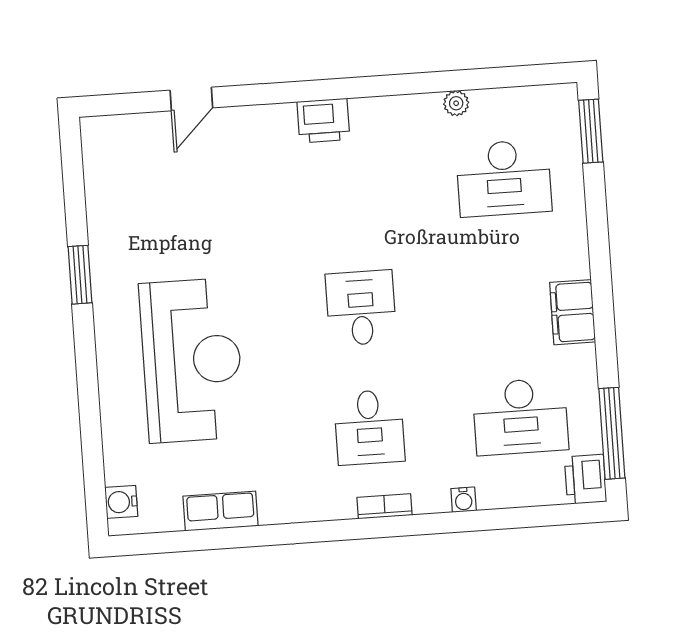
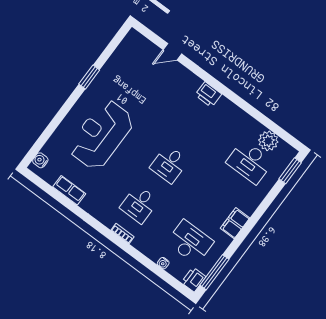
plant: (456, 103) -> (268, 141), moved, width x1.88, depth x1.88
desk: (361, 308) -> (169, 164), turned 180
reception desk: (192, 360) -> (101, 135), turned 180
desk: (520, 417) -> (190, 242), turned 180
water cooler: (464, 500) -> (163, 263), moved

